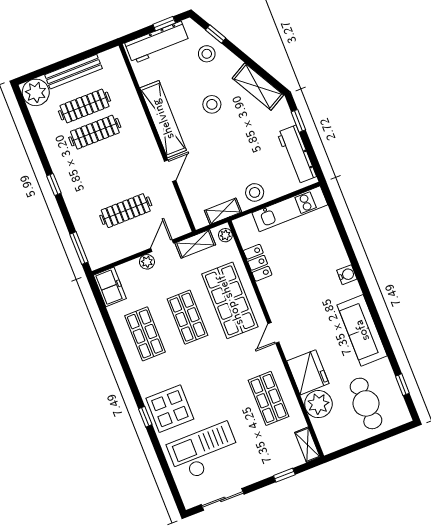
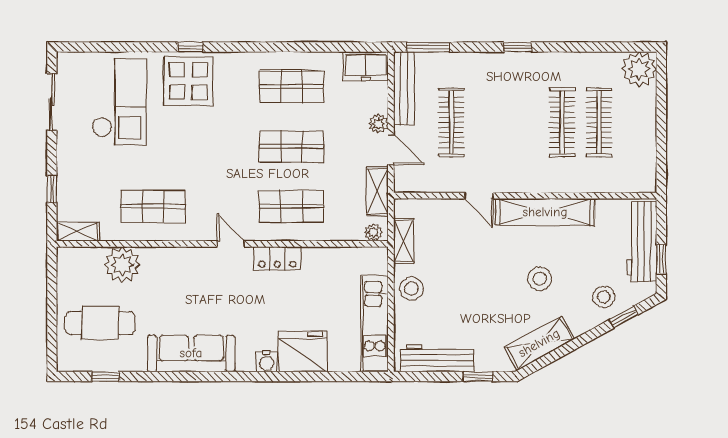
bench: (73, 72) -> (404, 88), moved
locker: (258, 263) -> (277, 258), moved
shop shelf: (230, 300) -> (292, 206), width x0.70, depth x0.74
fridge: (308, 372) -> (303, 352), moved, turned 180

